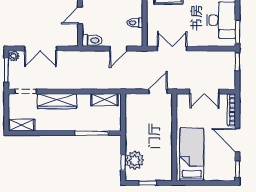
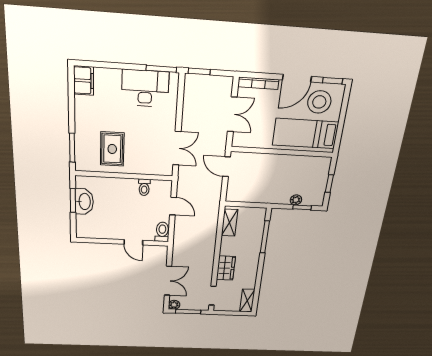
double door: (172, 48) -> (177, 148), swing flipped
wardrobe: (57, 101) -> (226, 268), width x0.67
plant: (135, 160) -> (296, 200), width x0.53, depth x0.53
stool: (219, 162) -> (319, 102), added

